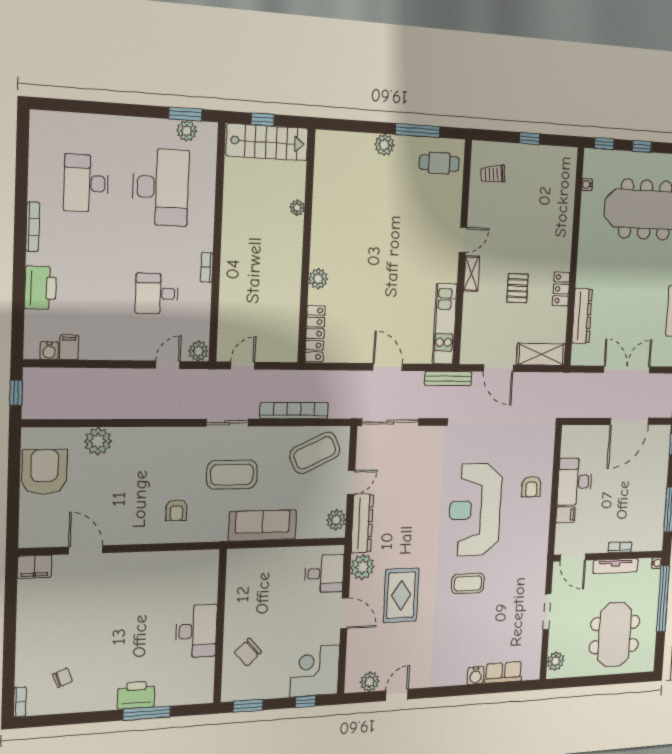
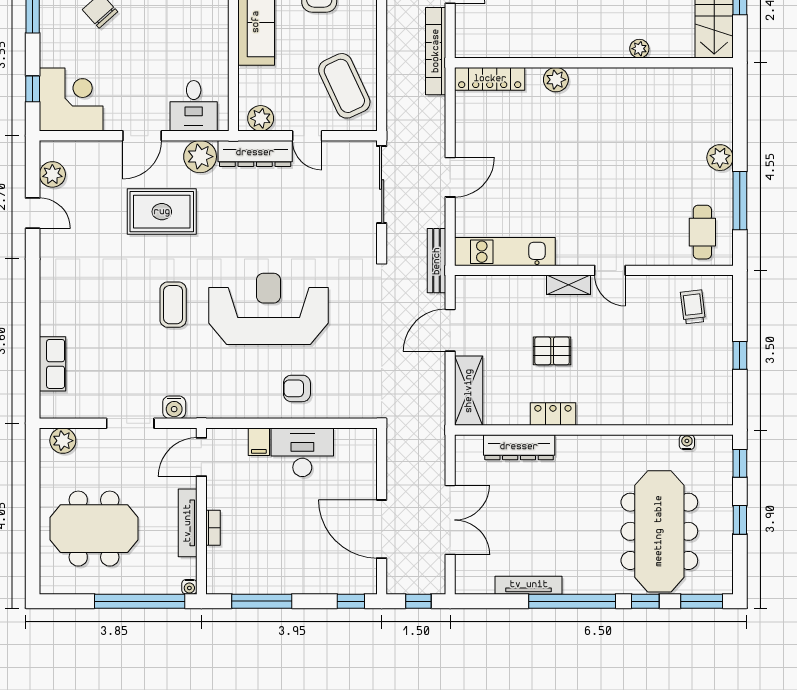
bookcase: (294, 411) -> (436, 51), moved, turned 180
water cooler: (476, 676) -> (174, 407), moved, turned -90

